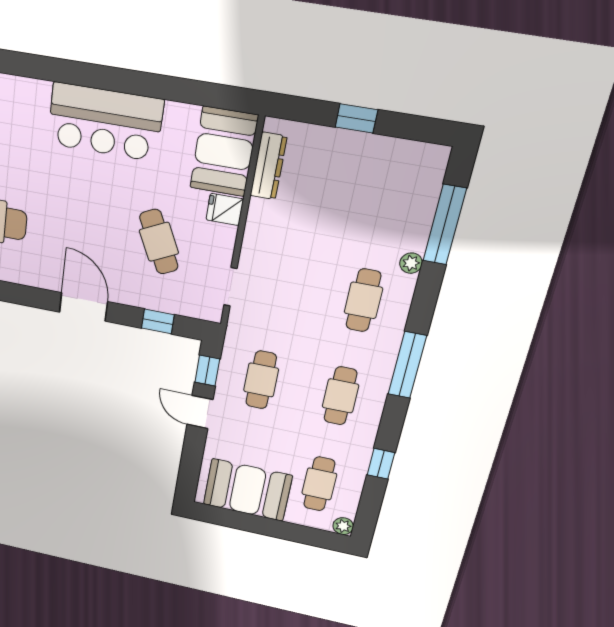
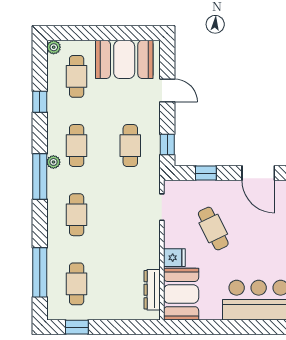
window: (356, 118) -> (77, 327), moved
cafe table: (388, 196) -> (77, 284), added
plant: (411, 263) -> (53, 162), moved
door: (200, 412) -> (167, 90), moved

